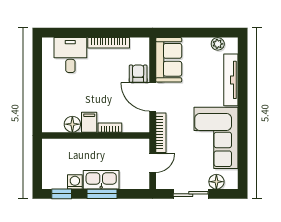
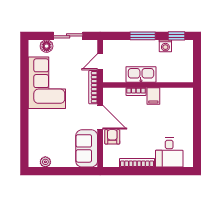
armchair: (138, 74) -> (112, 137), turned 180
tv unit: (231, 80) -> (34, 132), removed
floor lamp: (72, 124) -> (168, 94), removed
kitchen sink: (101, 180) -> (141, 74), moved, turned 180

